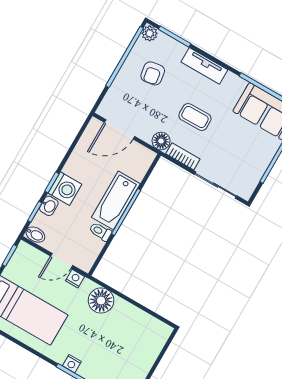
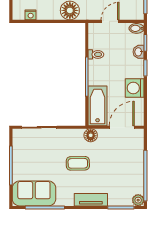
armchair: (153, 73) -> (121, 176), removed
bookcase: (183, 156) -> (71, 133), removed
washing machine: (65, 189) -> (135, 88), moved
bathtub: (116, 200) -> (98, 106), moved
nightstand: (75, 279) -> (31, 15), moved

